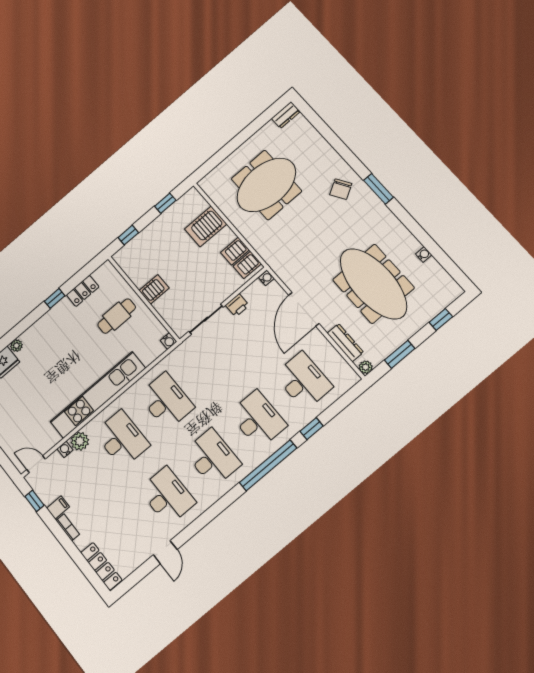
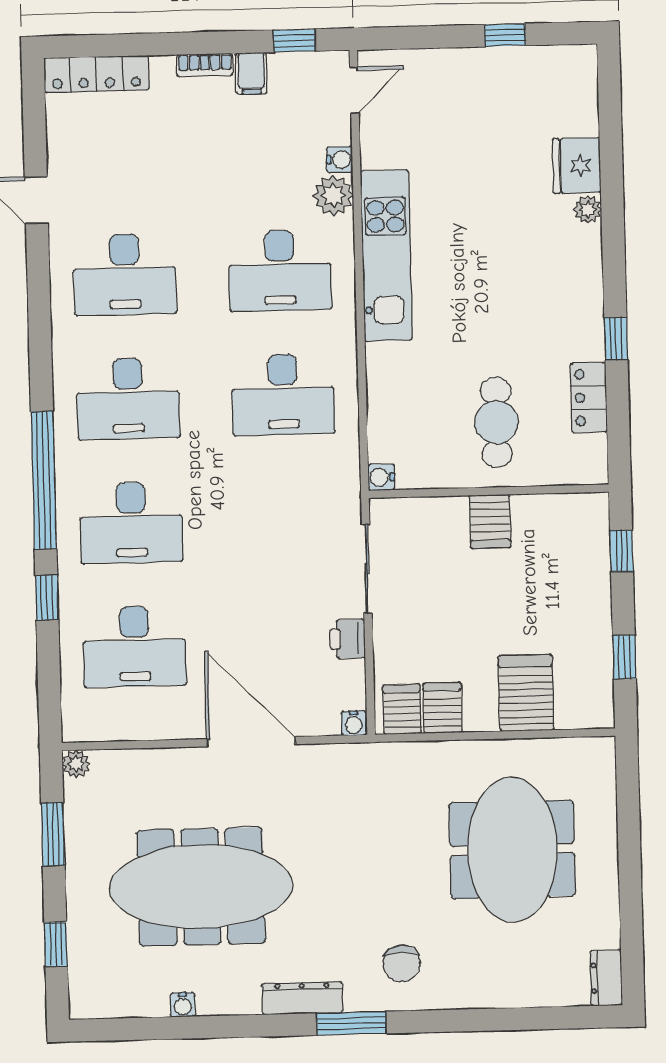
chair: (341, 189) -> (402, 963), turned -149
dresser: (345, 343) -> (302, 998), moved, turned 180
kitchen unit: (98, 395) -> (386, 255), width x0.73

